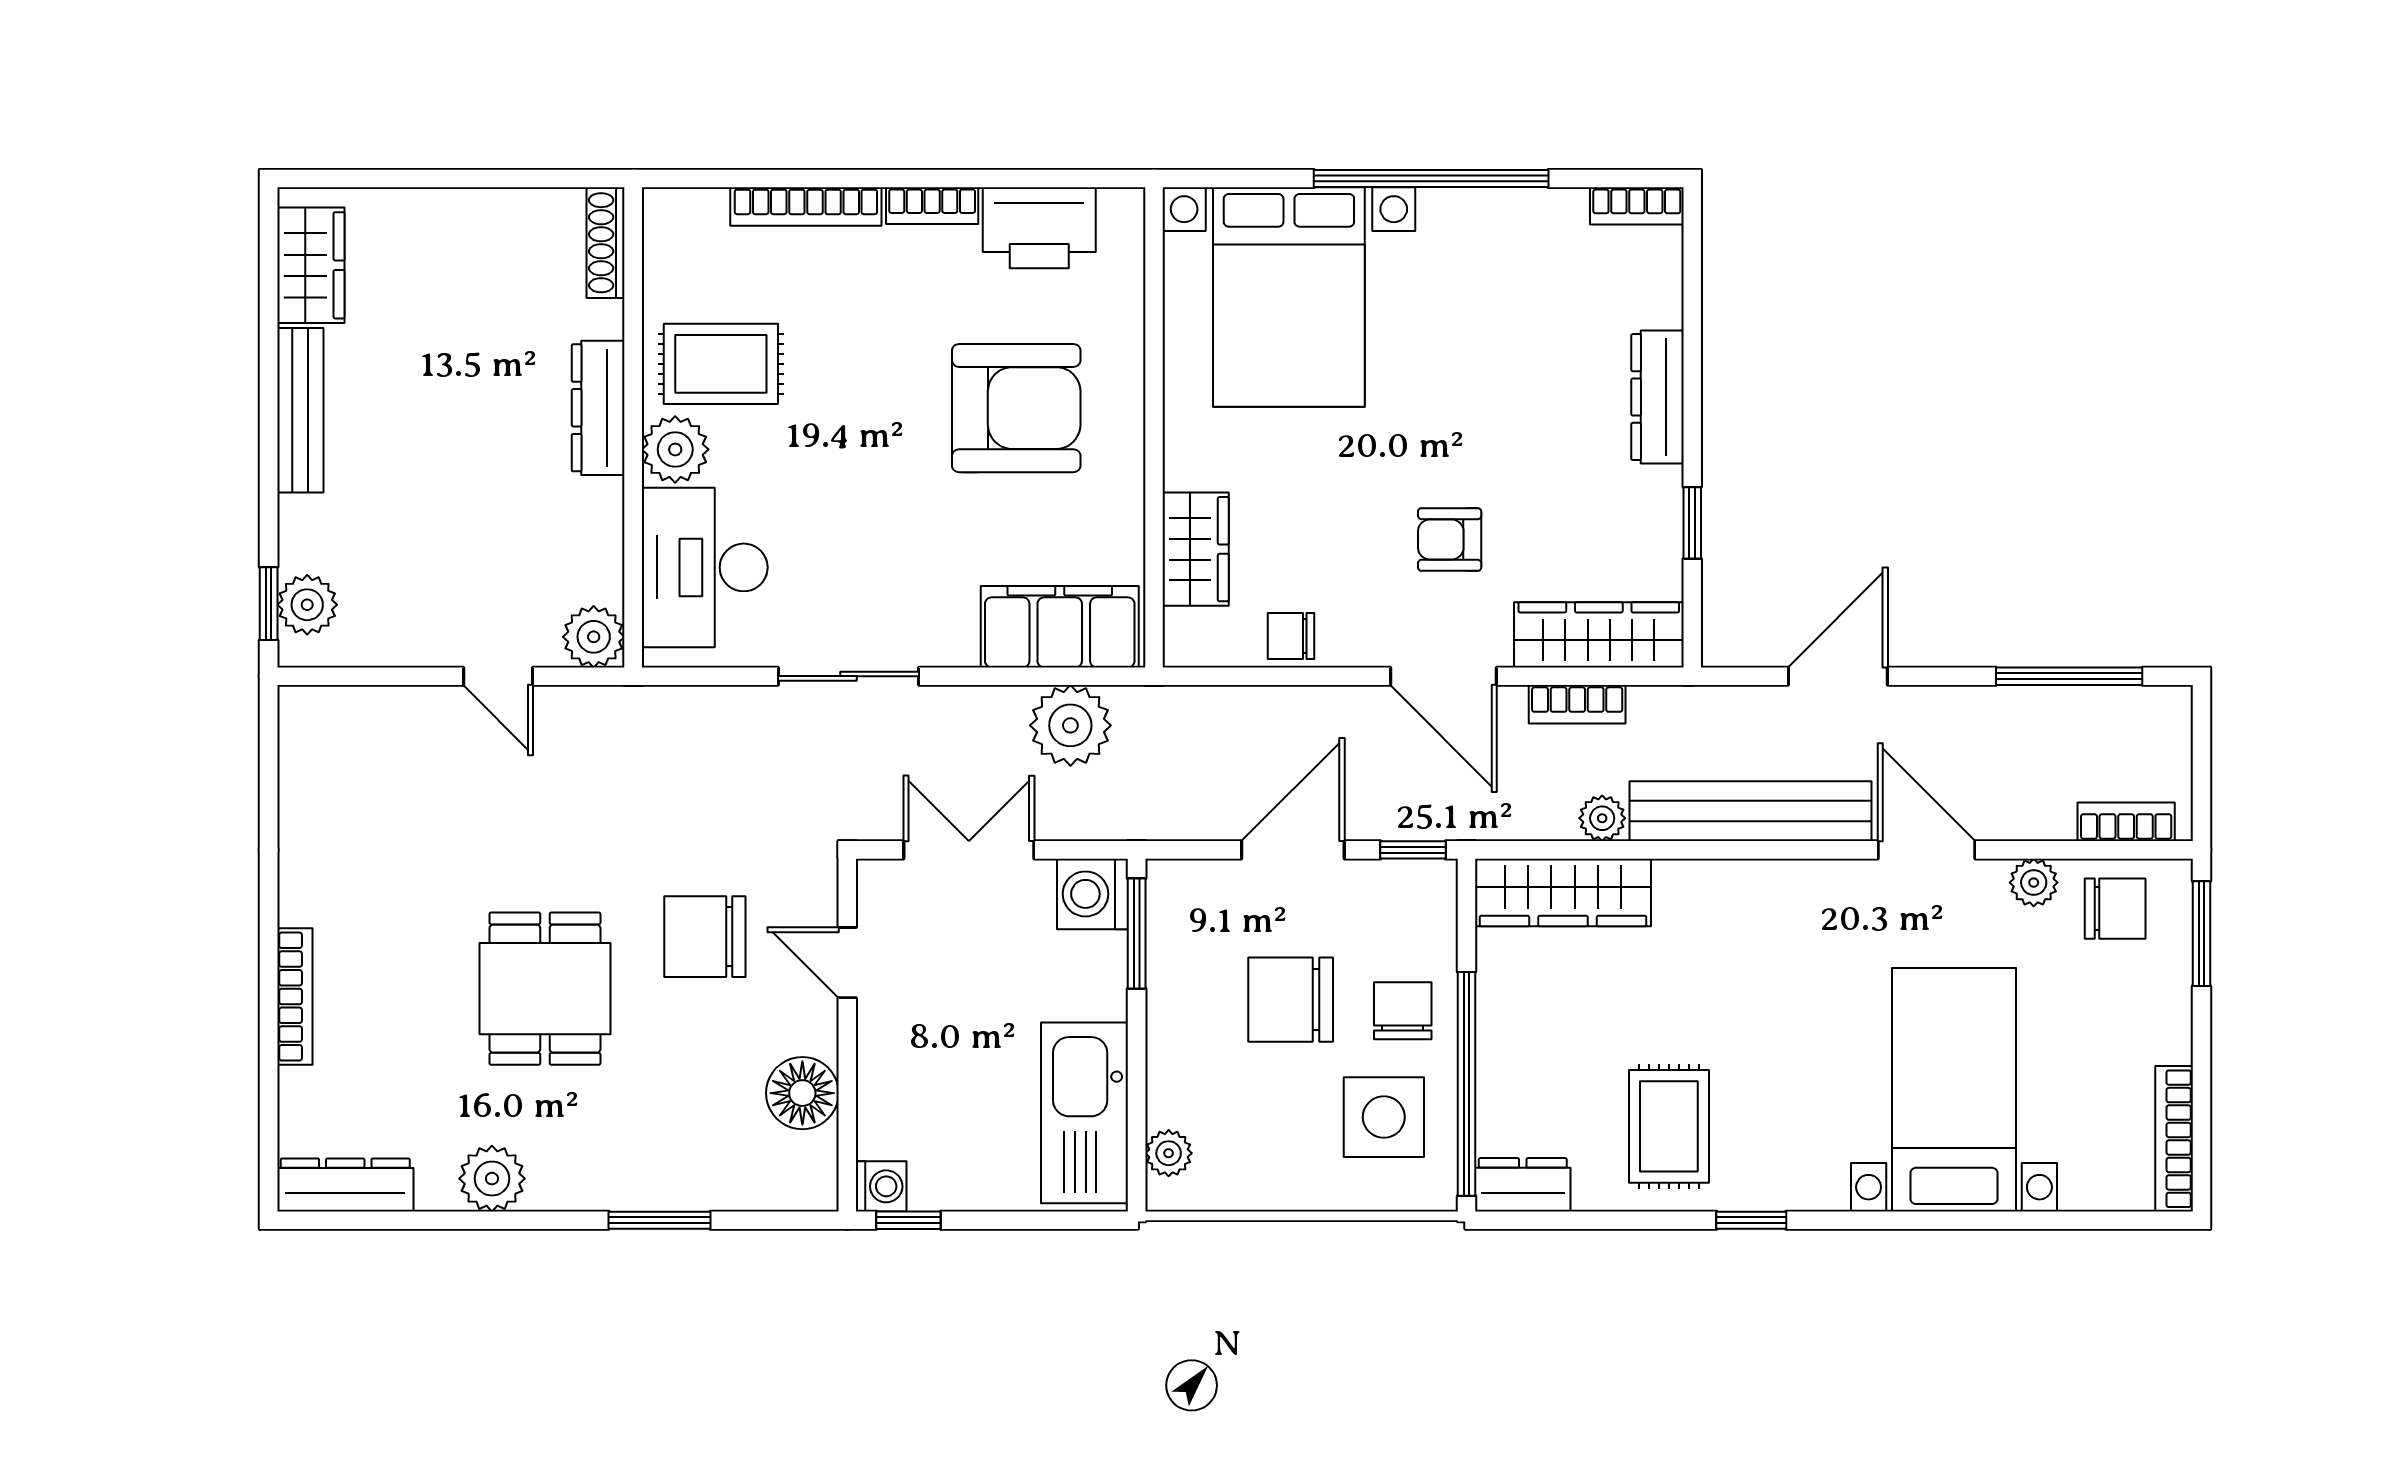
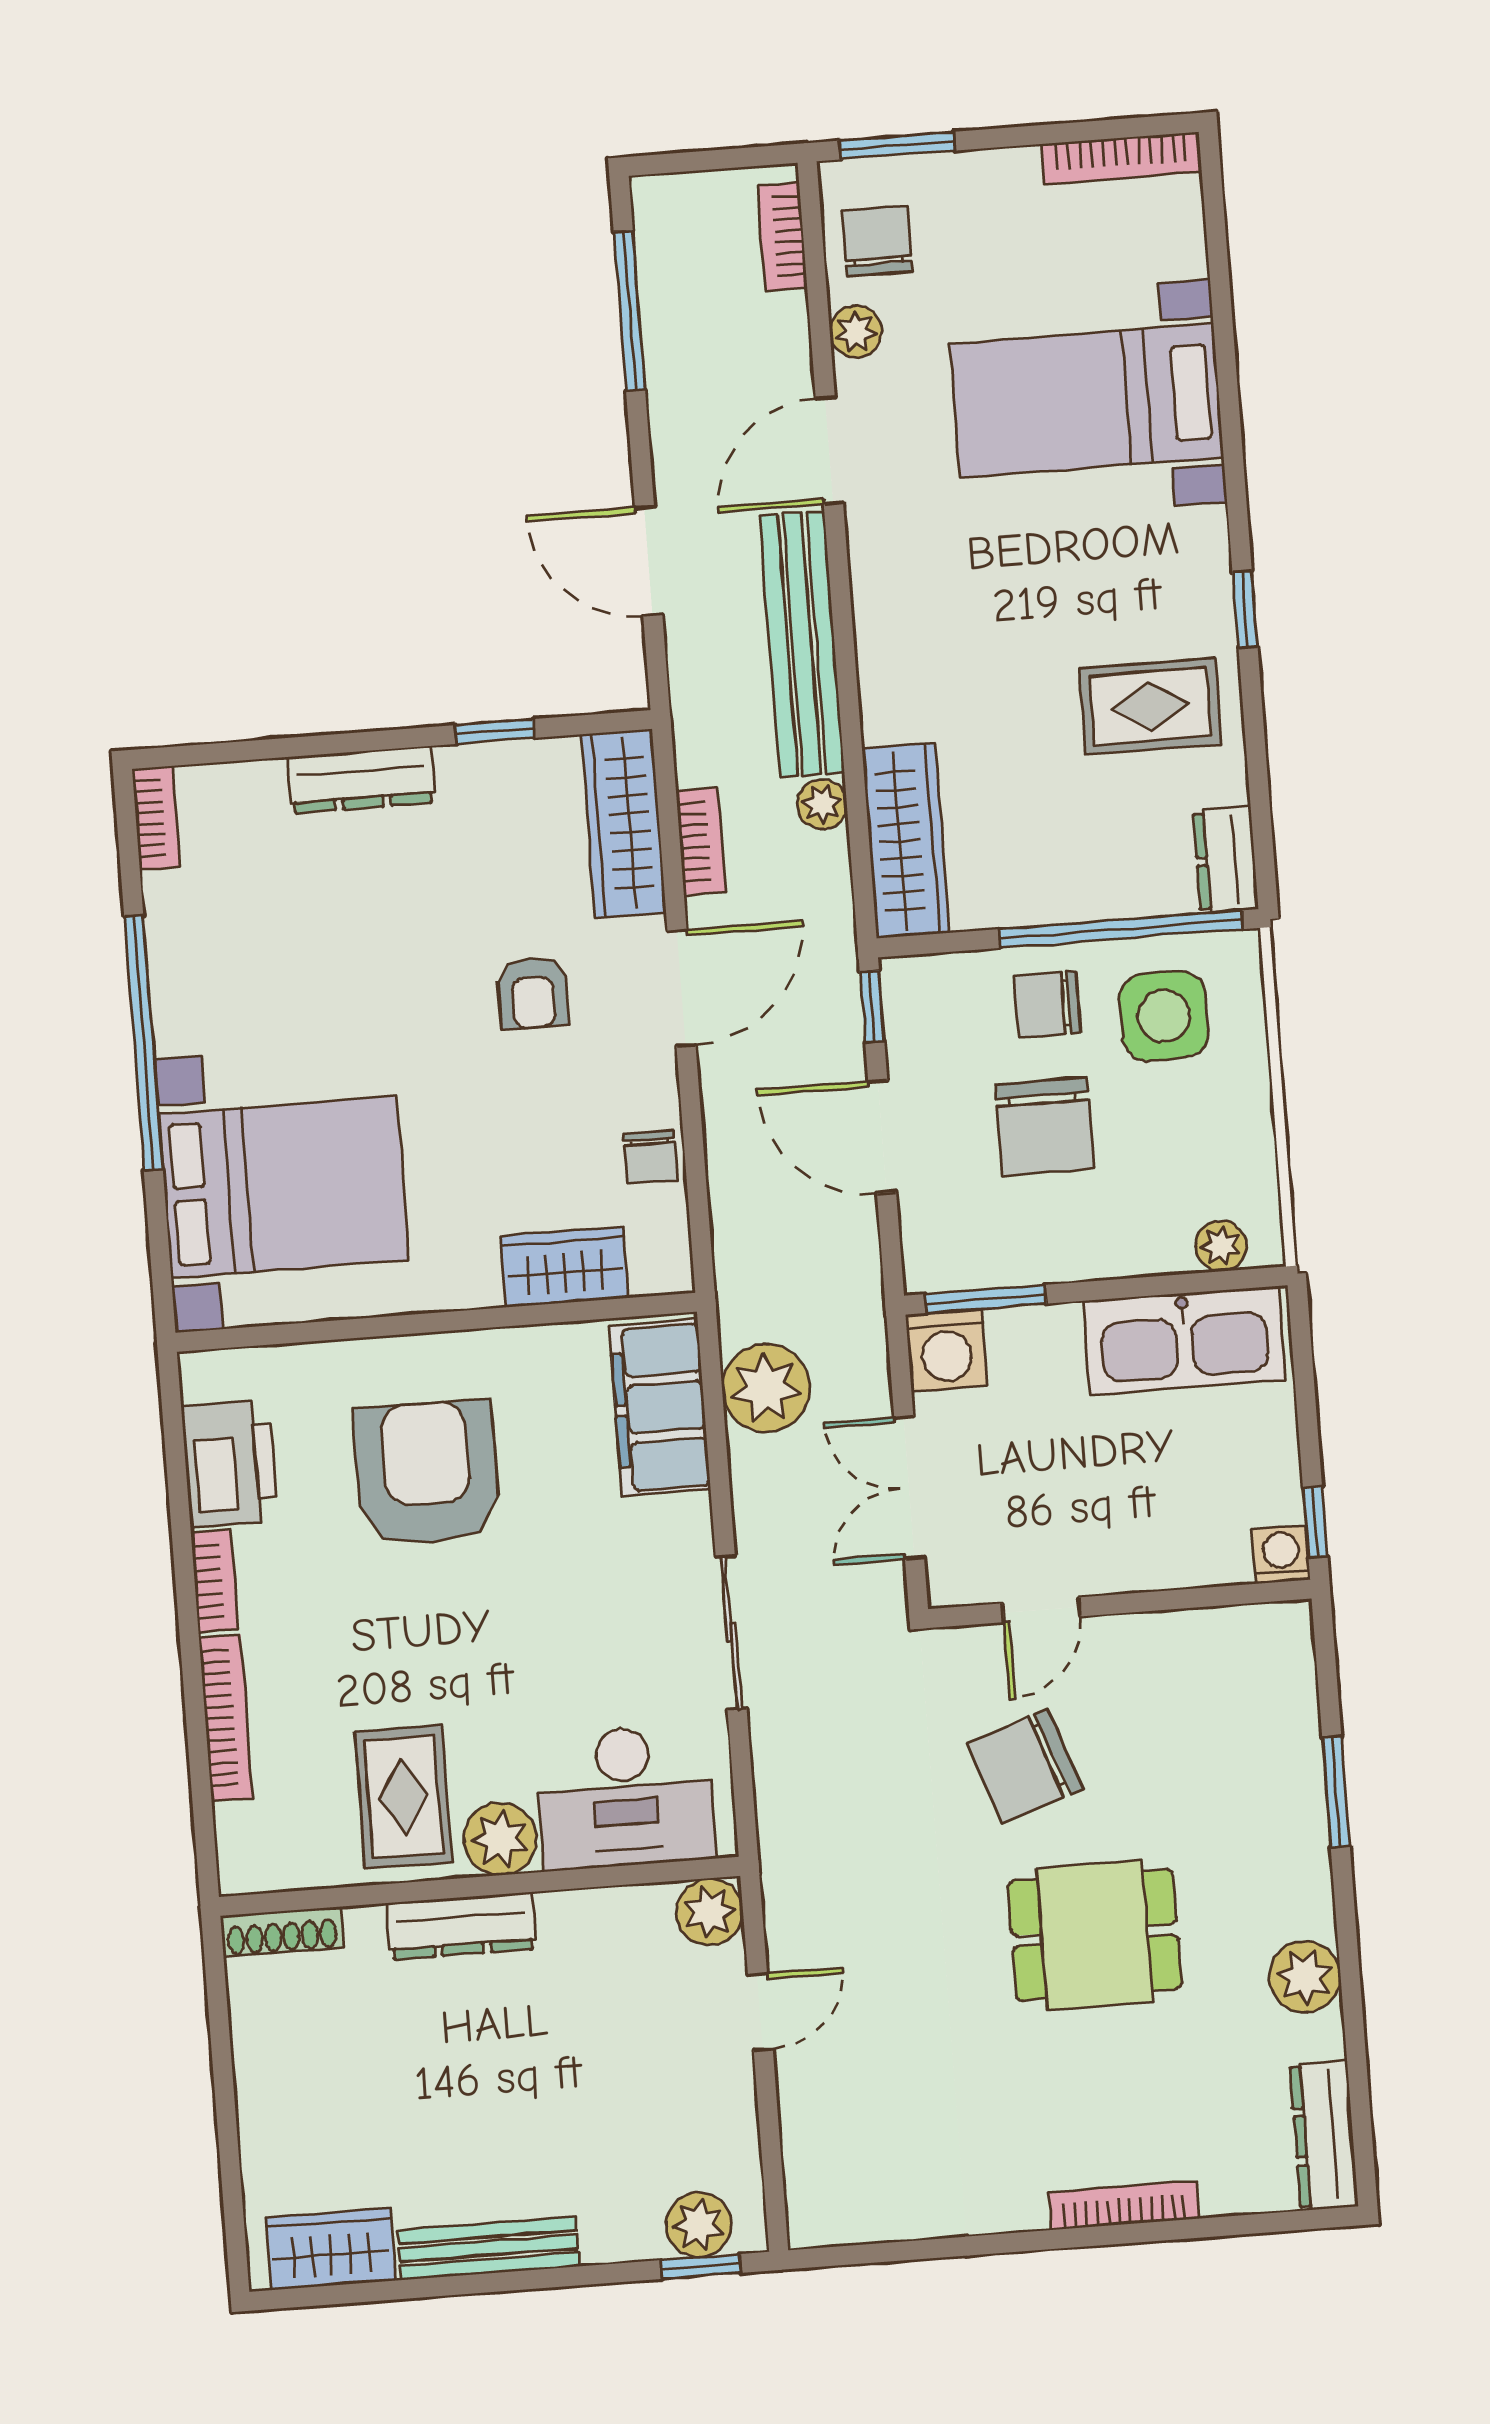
chair: (705, 937) -> (1025, 1766), turned 71
floor lamp: (802, 1093) -> (1186, 1648), removed

